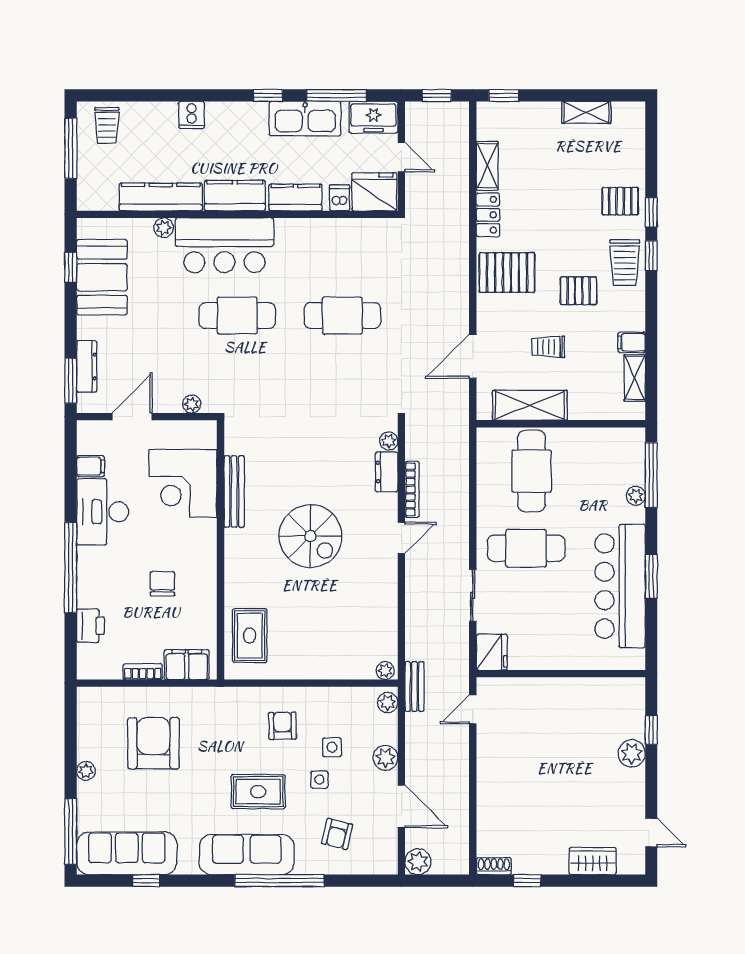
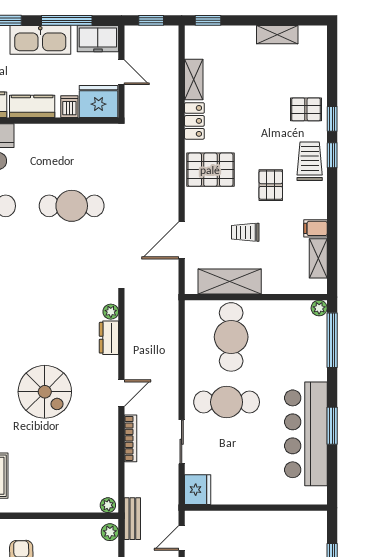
trolley: (625, 263) -> (310, 161), turned 180
pallet: (579, 291) -> (271, 185), turned 90
bookcase: (412, 489) -> (130, 438), moved
plant: (636, 496) -> (319, 308), moved

